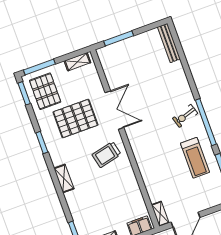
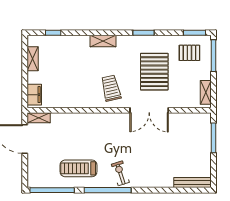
pallet: (45, 91) -> (189, 53), width x0.67, depth x0.71

